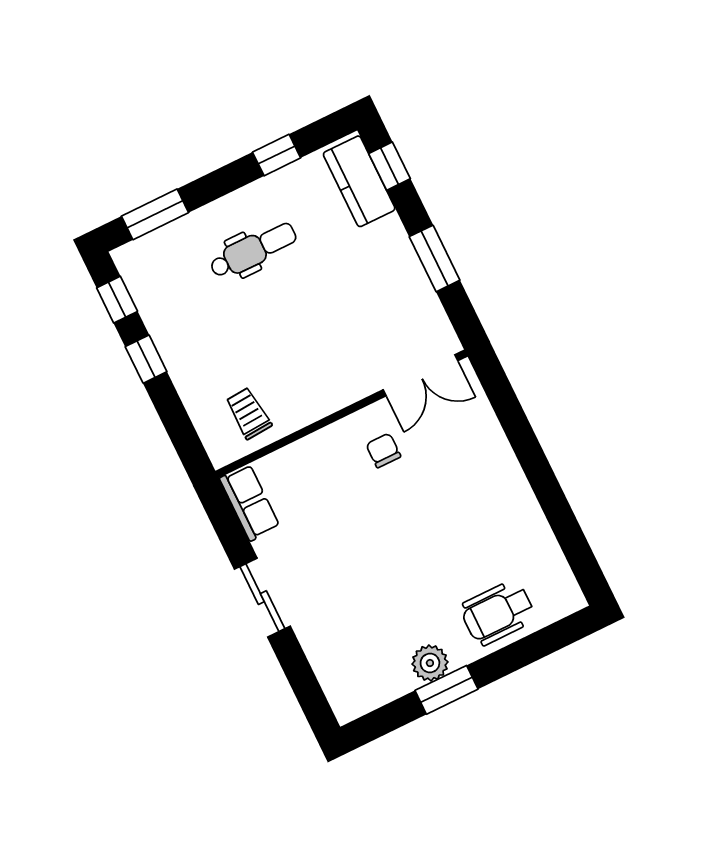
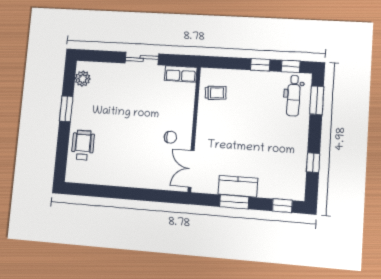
kitchen counter: (359, 181) -> (238, 186), moved
dental chair: (253, 250) -> (294, 96), moved
plant: (430, 663) -> (83, 79), moved

